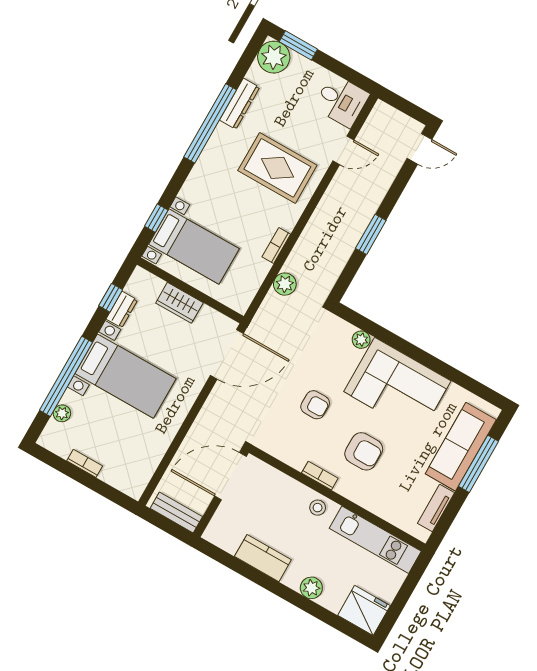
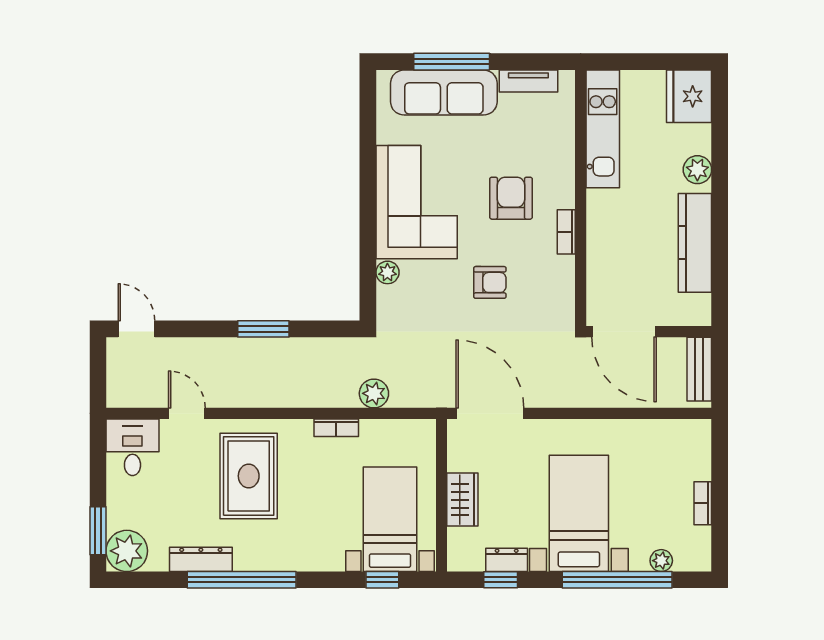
armchair: (315, 405) -> (490, 282), turned 90
stool: (318, 508) -> (603, 214), removed
kitchen counter: (263, 558) -> (695, 243), width x1.50

